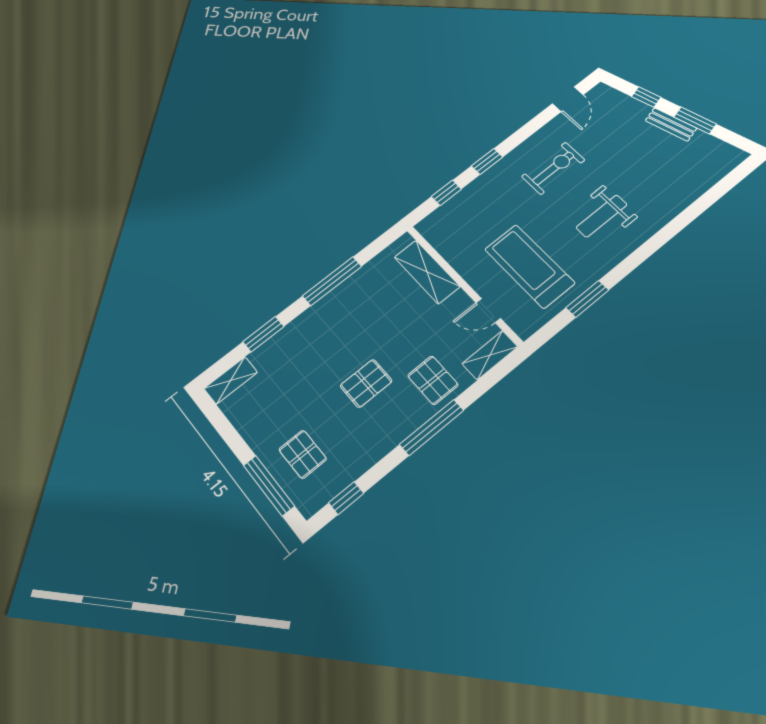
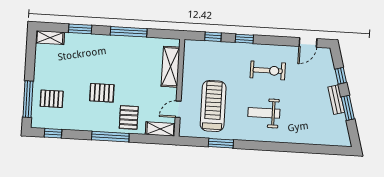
door: (488, 311) -> (178, 109), hinge flipped
pallet: (303, 454) -> (52, 99), turned 90

